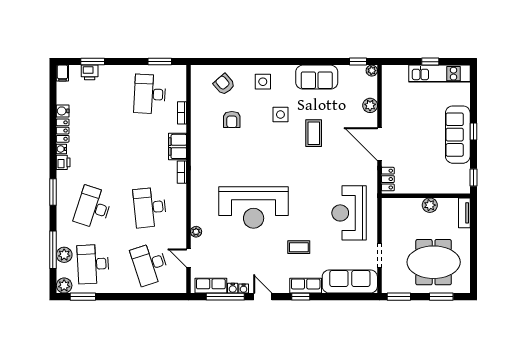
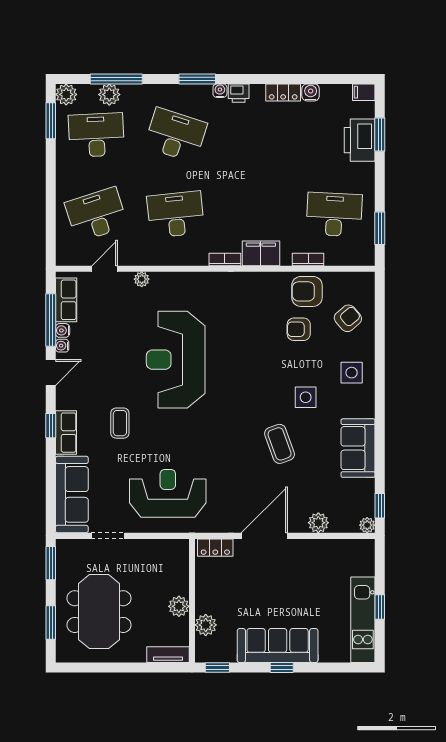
printer: (90, 72) -> (360, 140), width x1.87, depth x1.48
armchair: (205, 114) -> (307, 291), added
coffee table: (314, 133) -> (280, 444), turned 70
water cooler: (61, 149) -> (220, 91), moved
plant: (443, 186) -> (206, 625), added

